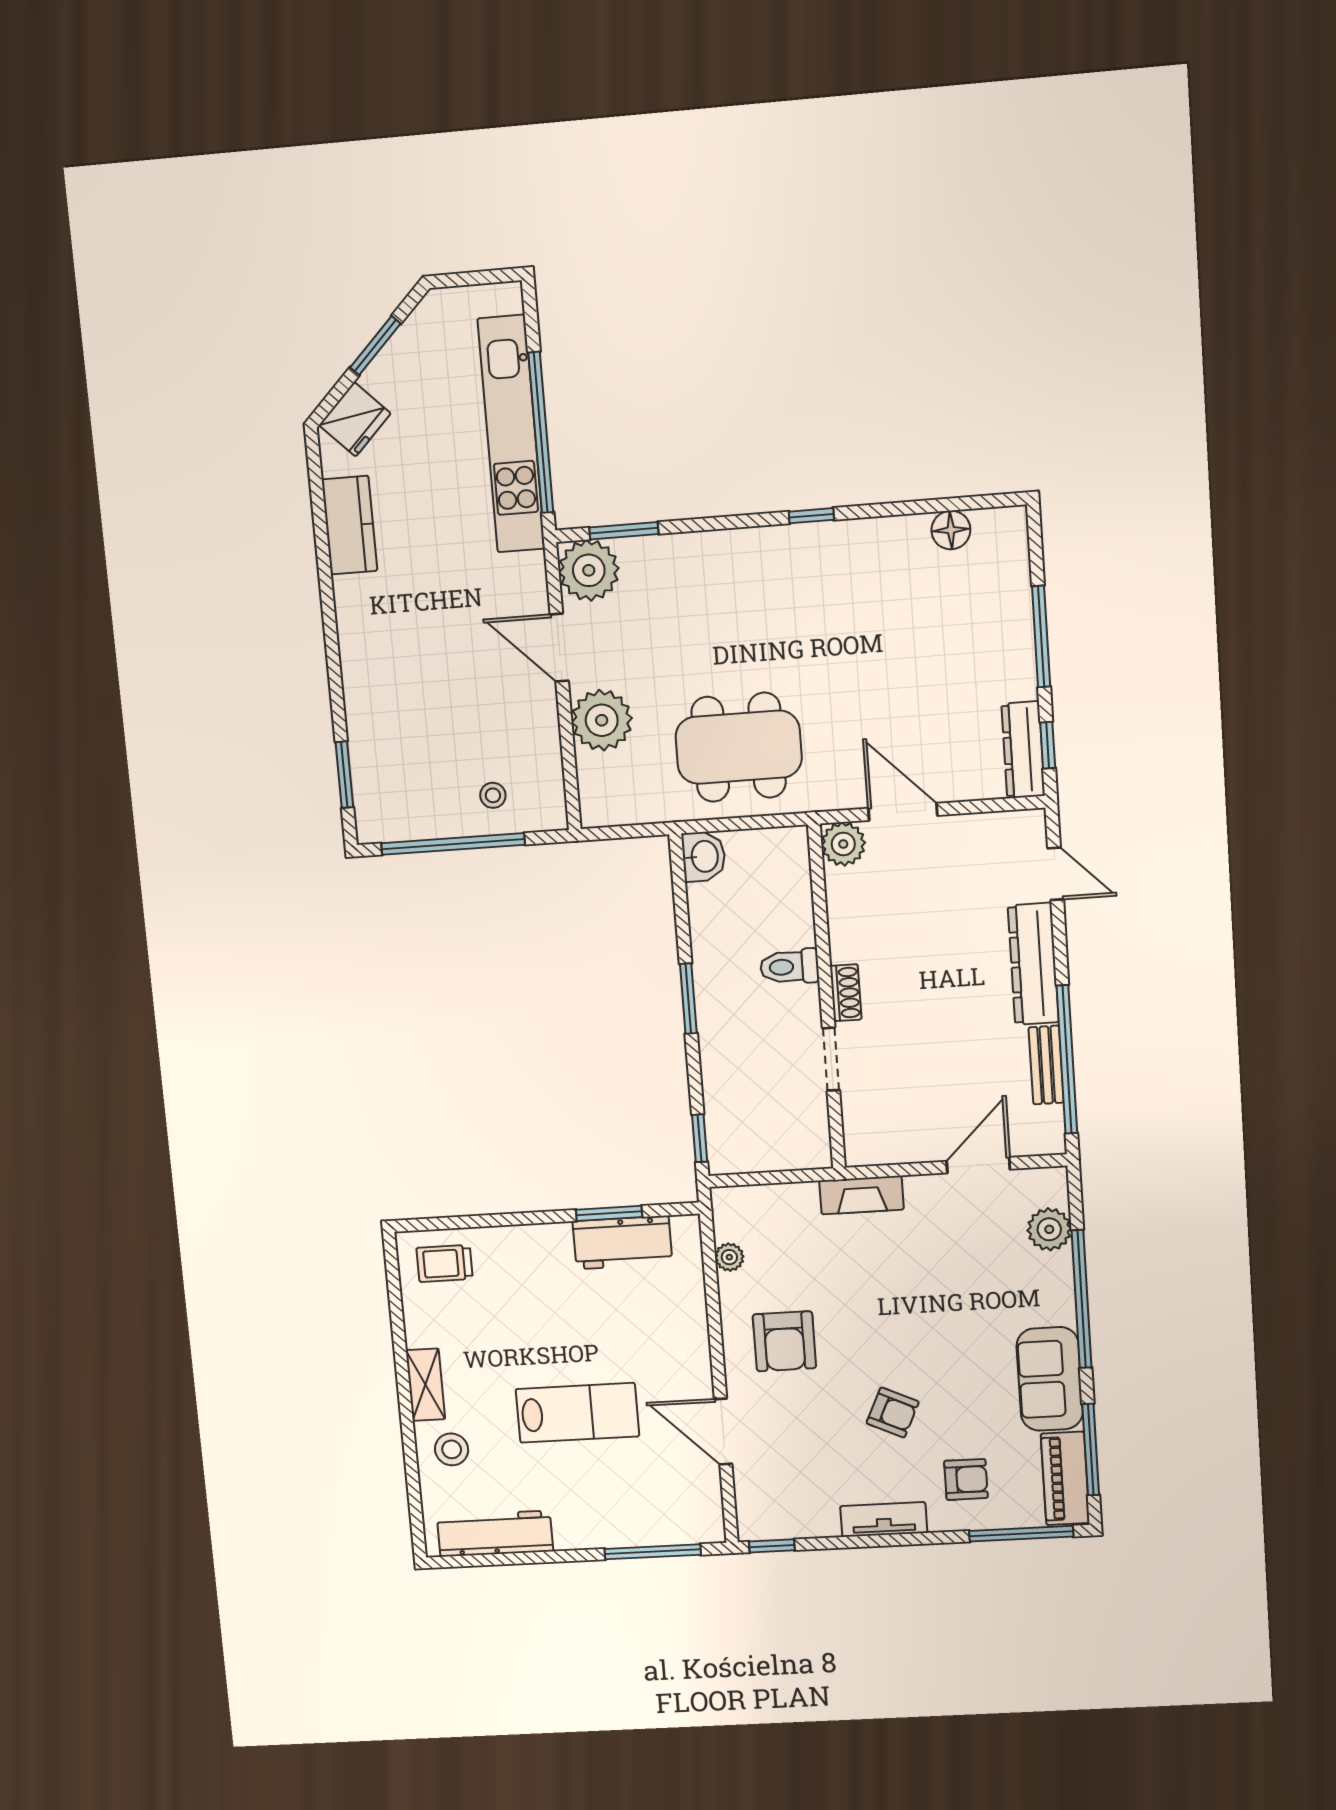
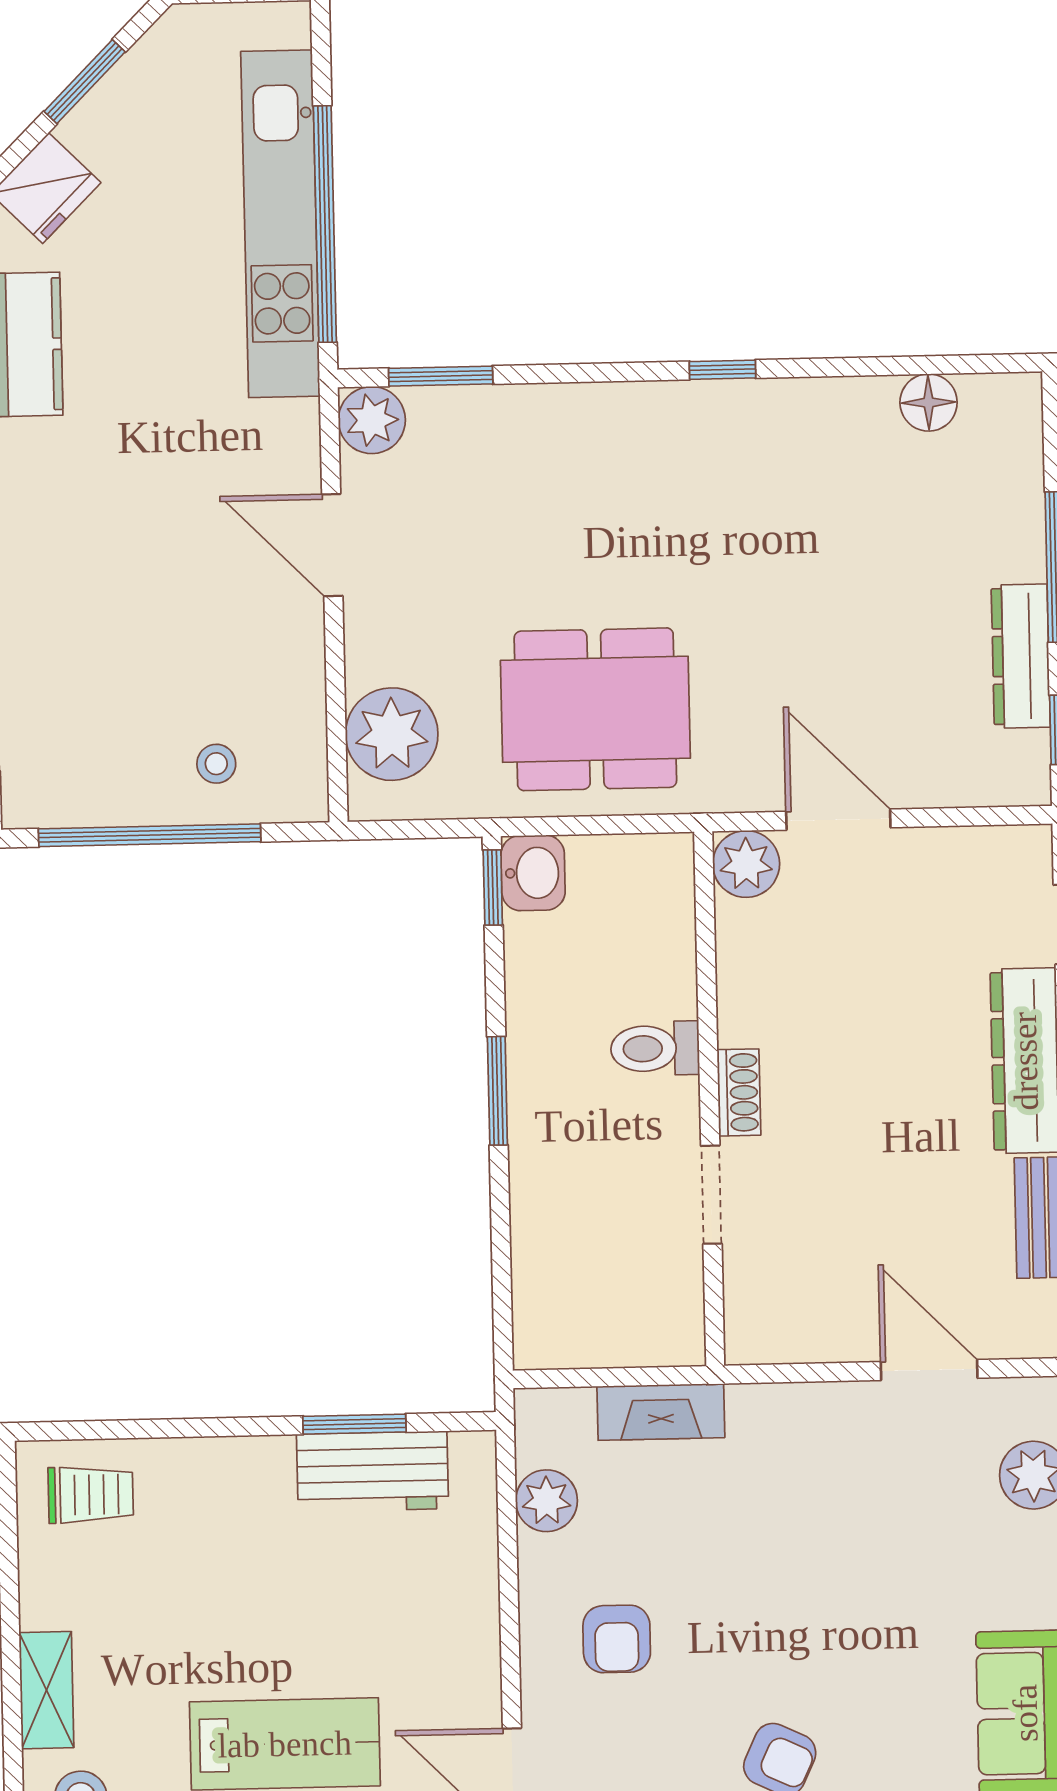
plant: (589, 570) -> (372, 420), width x0.73, depth x0.73
plant: (602, 720) -> (392, 734), moved
dresser: (1023, 750) -> (1021, 656), moved
window: (700, 1138) -> (493, 888), moved
door: (978, 1165) -> (929, 1370), hinge flipped
fireplace: (861, 1195) -> (661, 1412), moved
plant: (729, 1257) -> (547, 1501), width x1.38, depth x1.38
trolley: (445, 1263) -> (91, 1495), turned 180
armchair: (784, 1341) -> (617, 1639), width x0.72, depth x0.72

